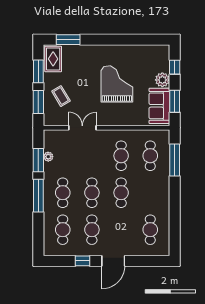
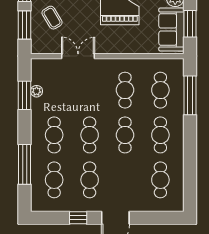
cafe table: (150, 193) -> (160, 135), added
window: (38, 196) -> (25, 164), moved

